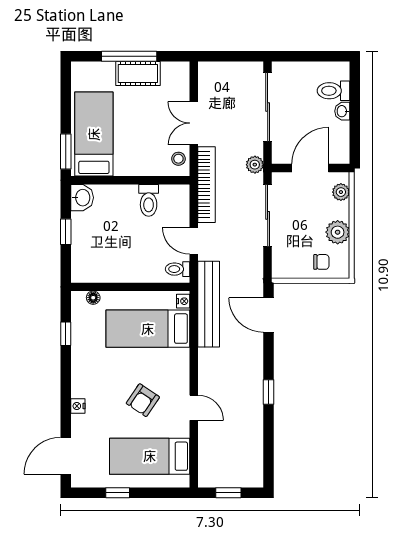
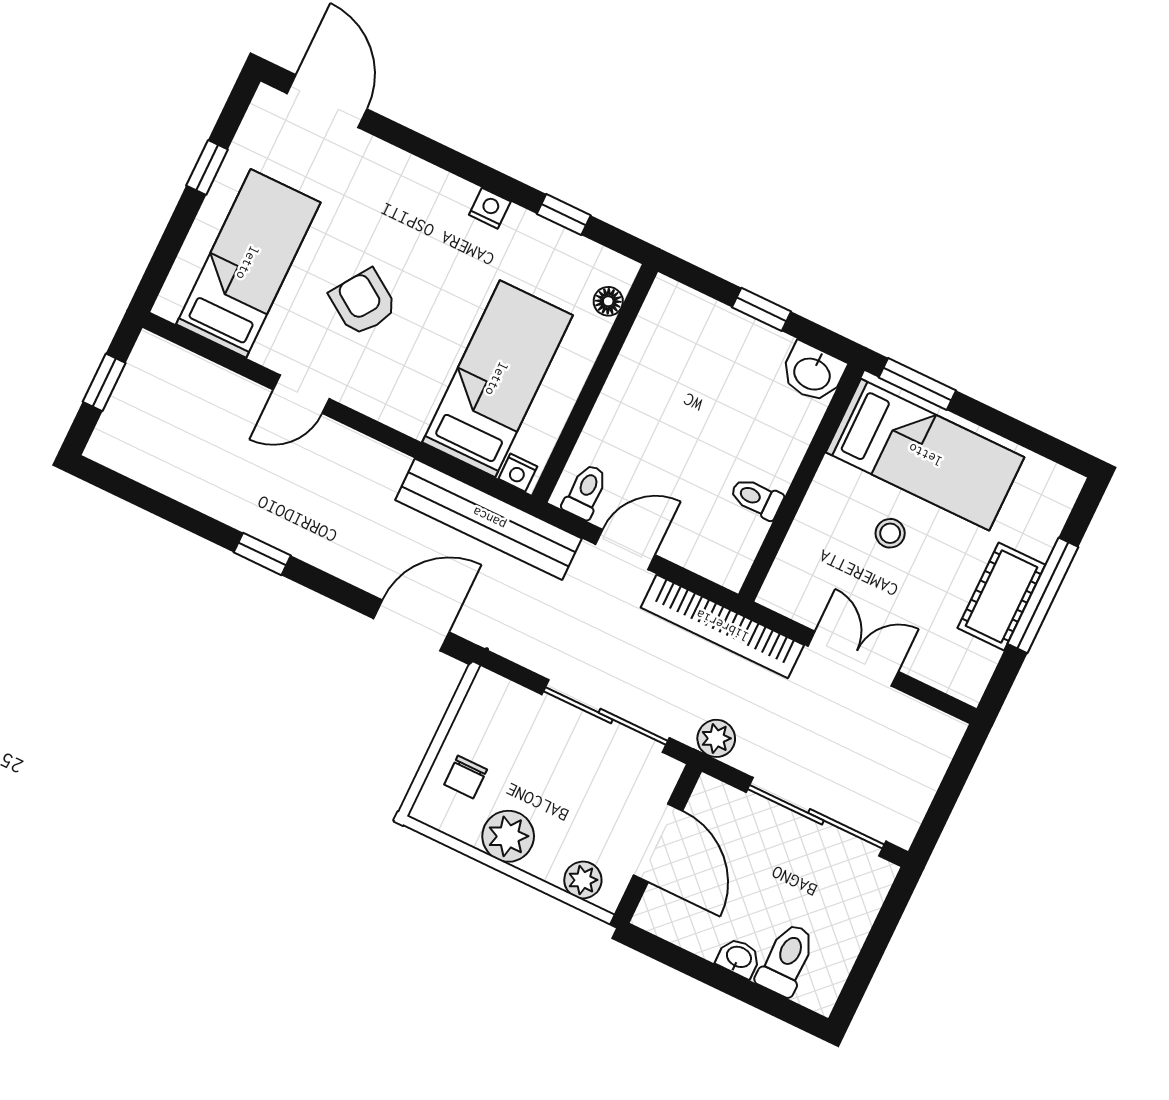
stool: (178, 159) -> (890, 533), moved
toilet: (149, 200) -> (757, 498), width x0.73, depth x0.72
nightstand: (78, 406) -> (490, 208), moved

